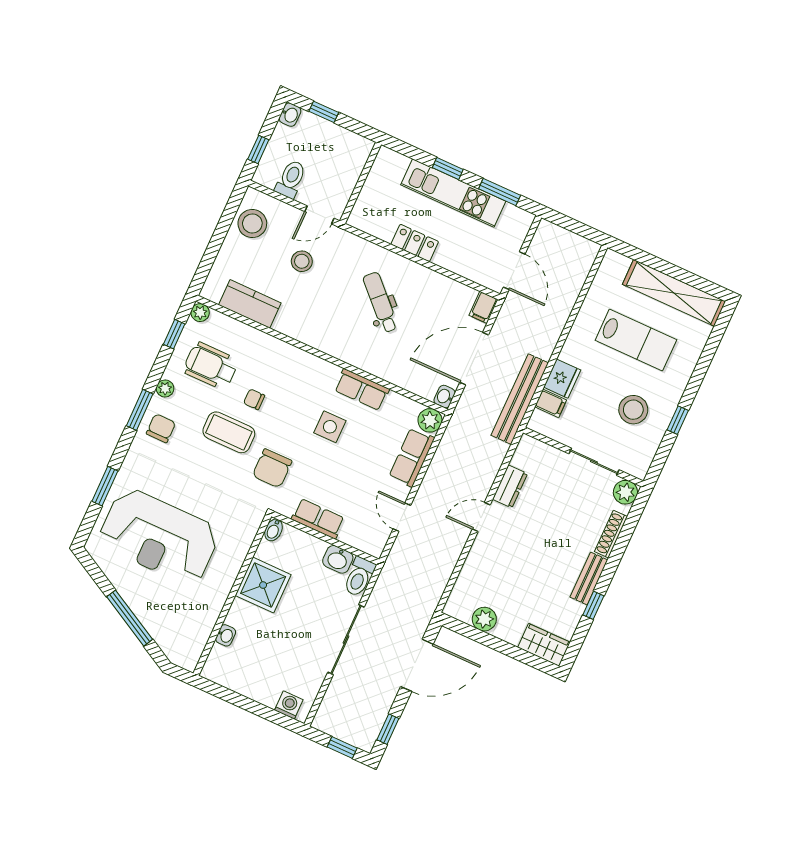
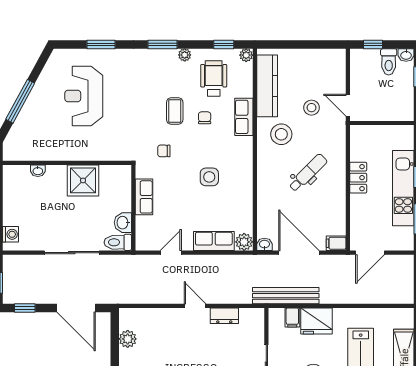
toilet: (291, 179) -> (389, 62), moved, turned 90
stool: (252, 224) -> (281, 134), moved
kitchen counter: (250, 304) -> (267, 86), width x1.50
fridge: (562, 379) -> (317, 321), width x1.36, depth x1.34
row of seats: (362, 390) -> (244, 117), moved
chair: (161, 428) -> (157, 64), removed
coffee table: (229, 432) -> (175, 111), width x0.73, depth x0.77
chair: (272, 468) -> (164, 151), width x0.54, depth x0.54
bidet: (274, 530) -> (123, 171), removed
reception desk: (159, 537) -> (84, 96), width x0.74, depth x0.77

